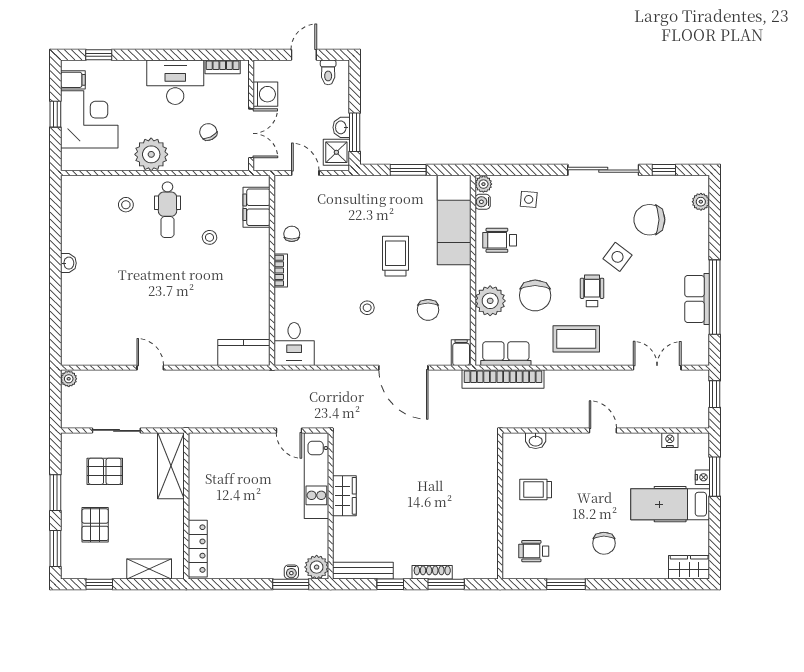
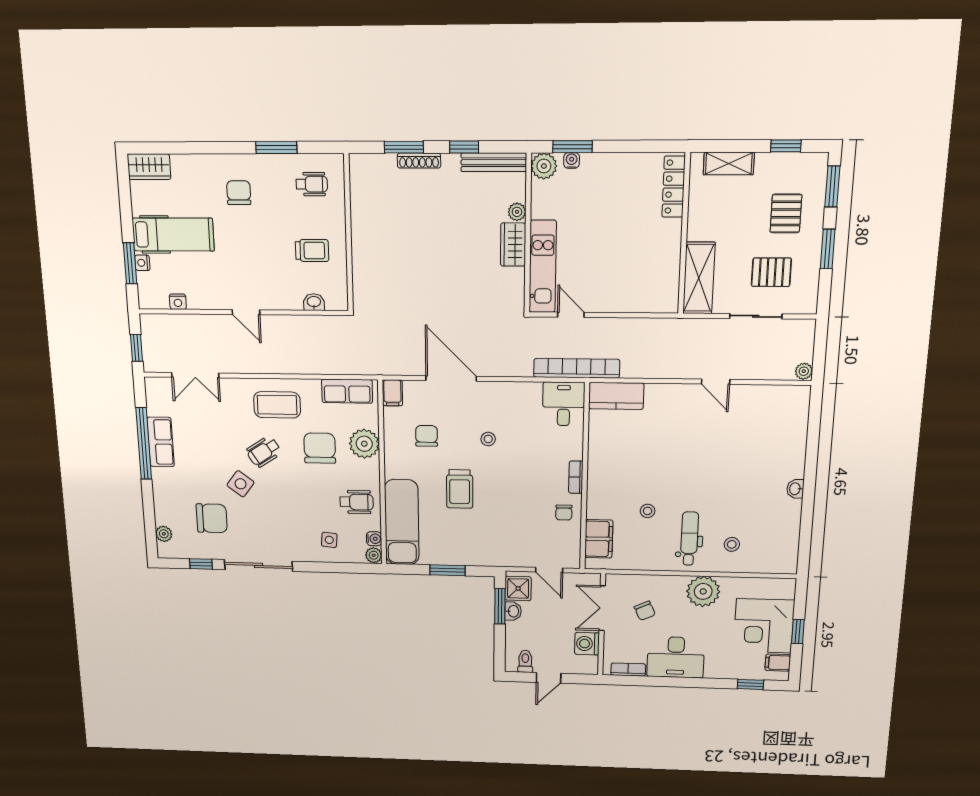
wheelchair: (592, 291) -> (264, 452), turned 57
bookcase: (503, 379) -> (577, 368), moved
plant: (341, 526) -> (517, 212), added

